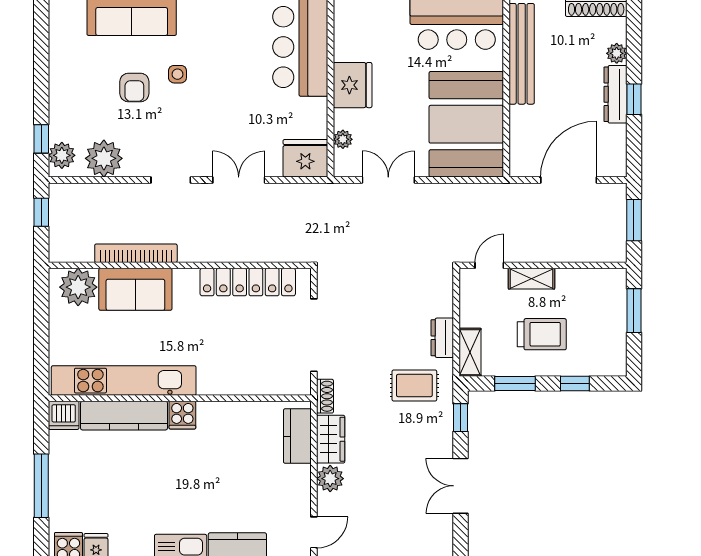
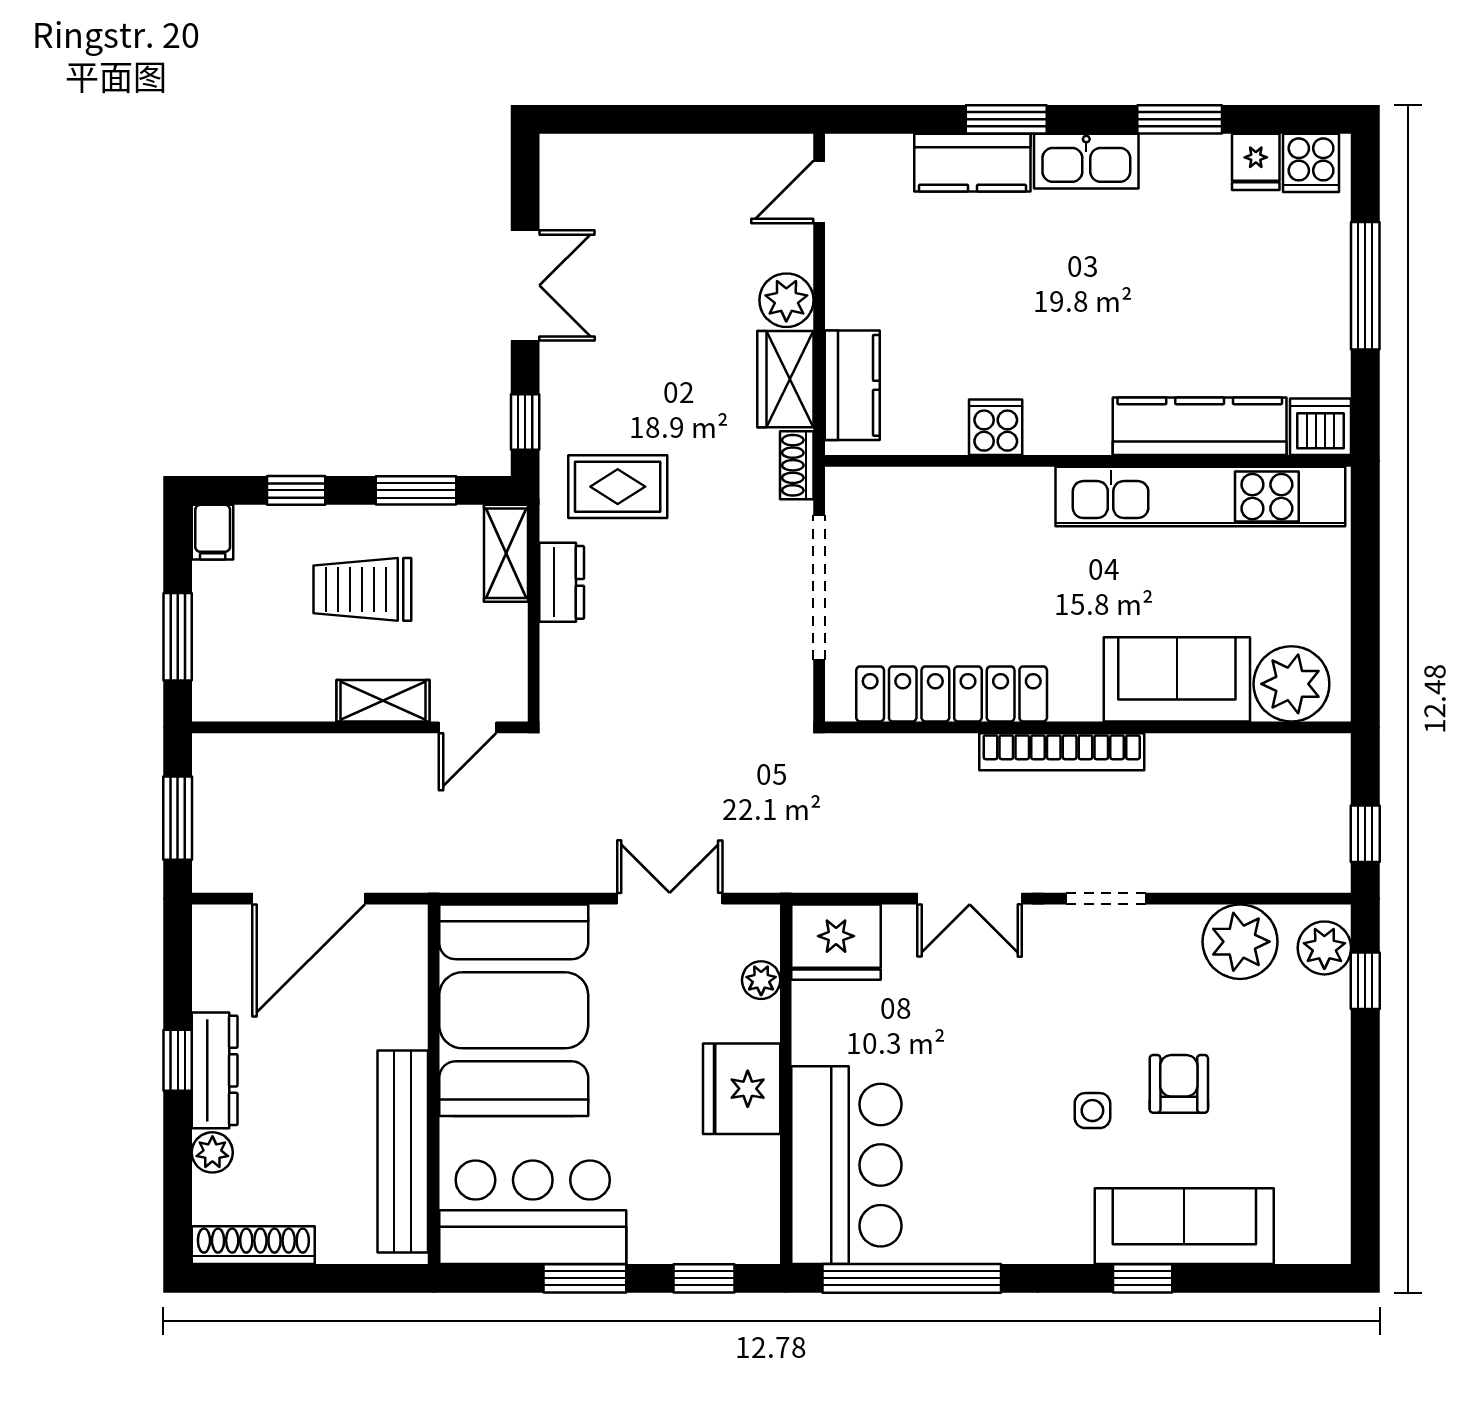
double door: (388, 180) -> (670, 899), swing flipped
bookcase: (136, 253) -> (1062, 752), moved
filing cabinet: (616, 363) -> (213, 532), added
cooker: (182, 415) -> (996, 427), moved

